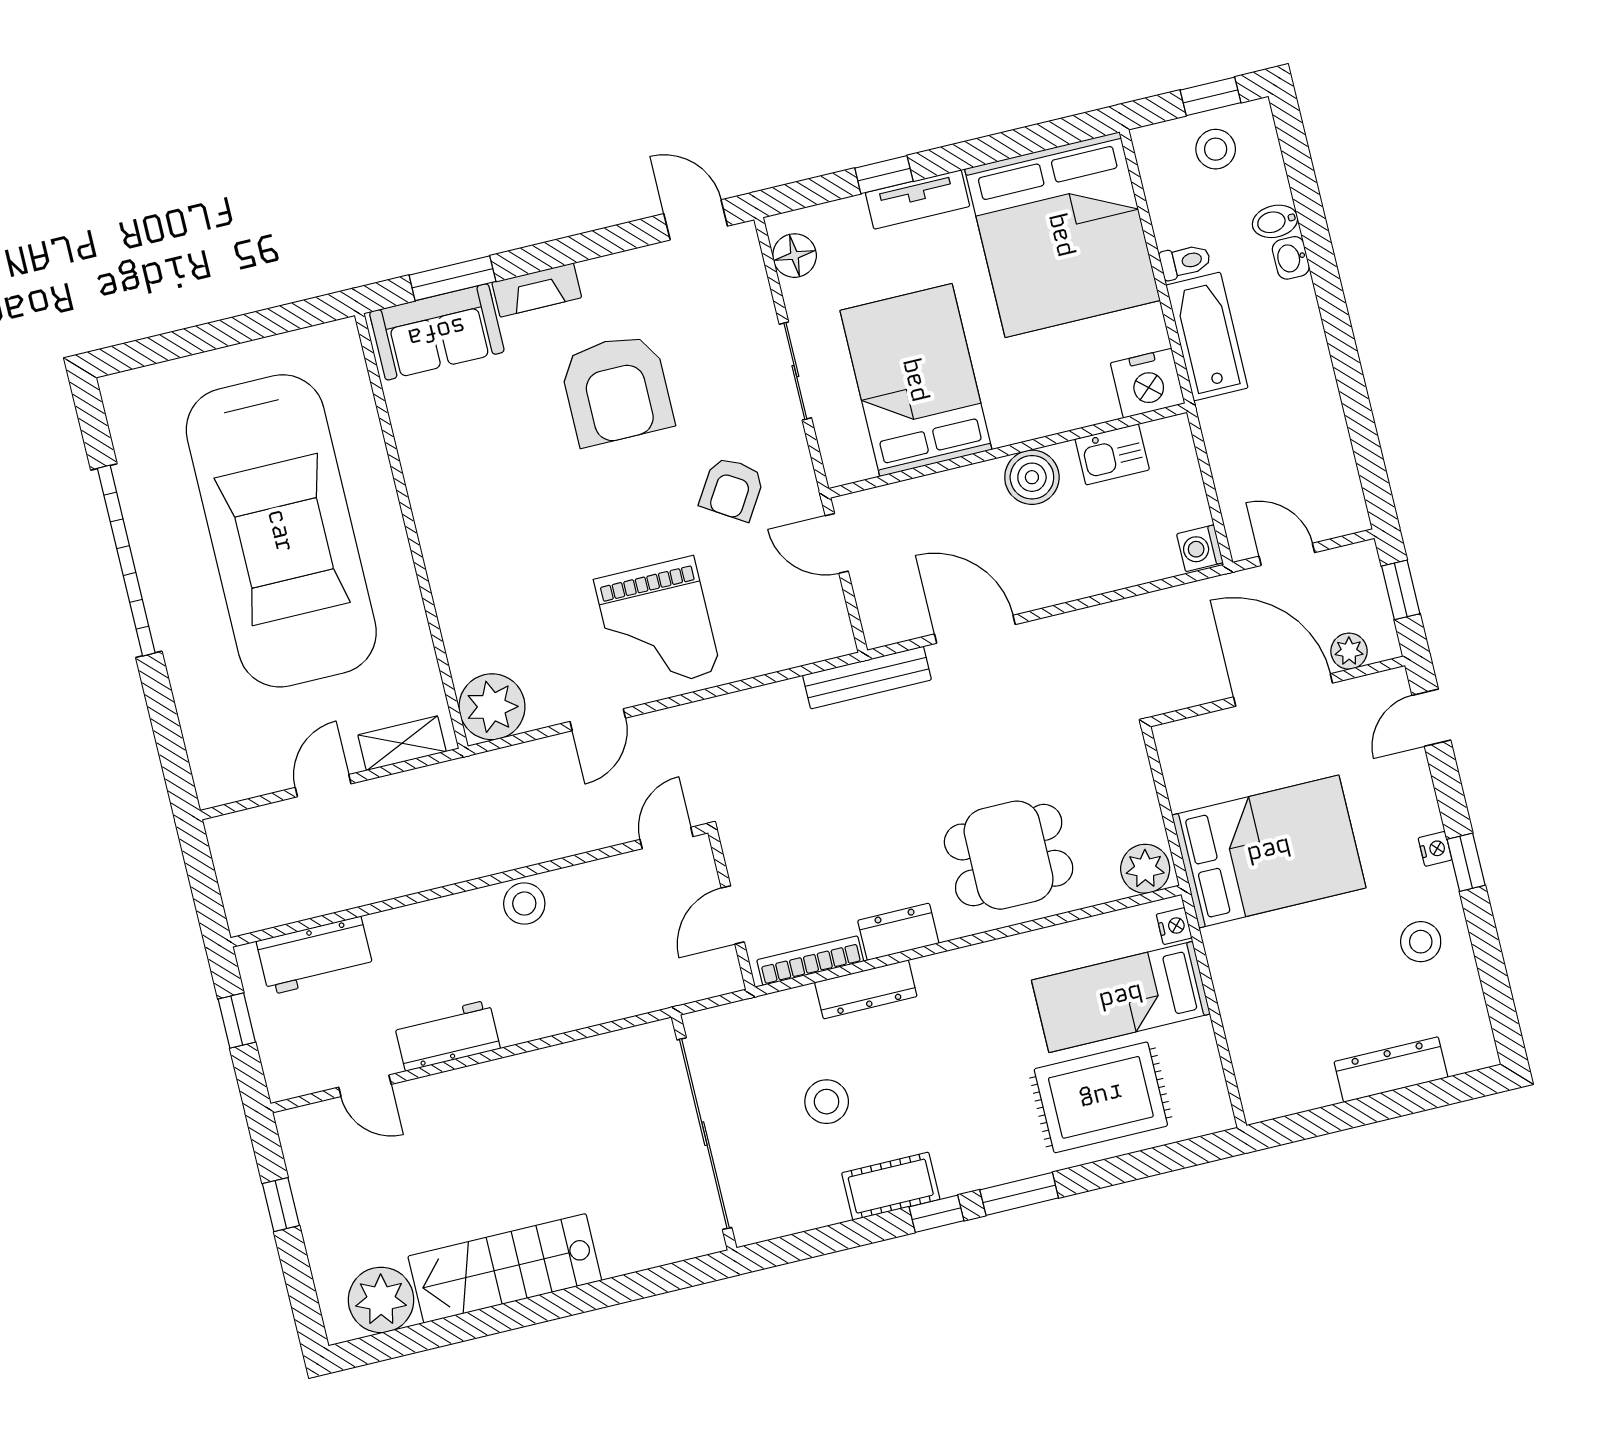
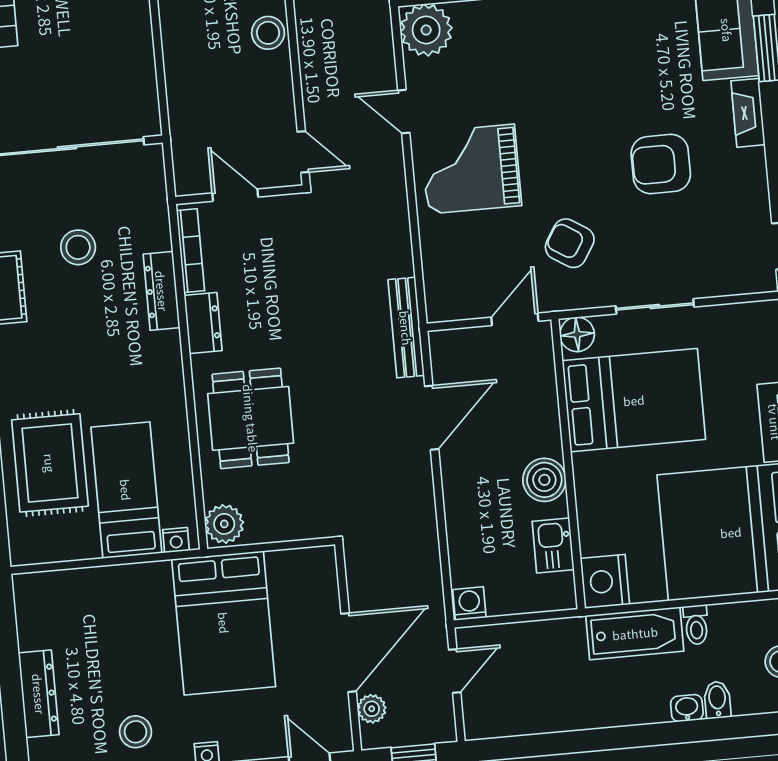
floor lamp: (795, 256) -> (577, 334), moved
armchair: (617, 390) -> (661, 164), width x0.73, depth x0.73

